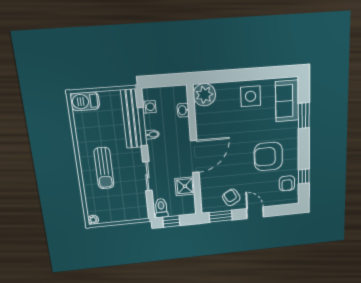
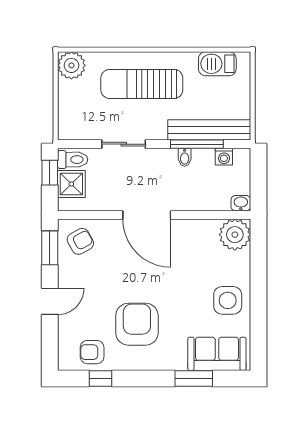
barbecue: (85, 101) -> (217, 64), moved, turned -90
washbasin: (183, 110) -> (241, 203), moved
sun lounger: (104, 168) -> (142, 84), width x1.36, depth x1.34
shower: (185, 186) -> (71, 184), moved
armchair: (231, 197) -> (80, 241), moved
plant: (93, 220) -> (71, 65), width x1.88, depth x1.88

